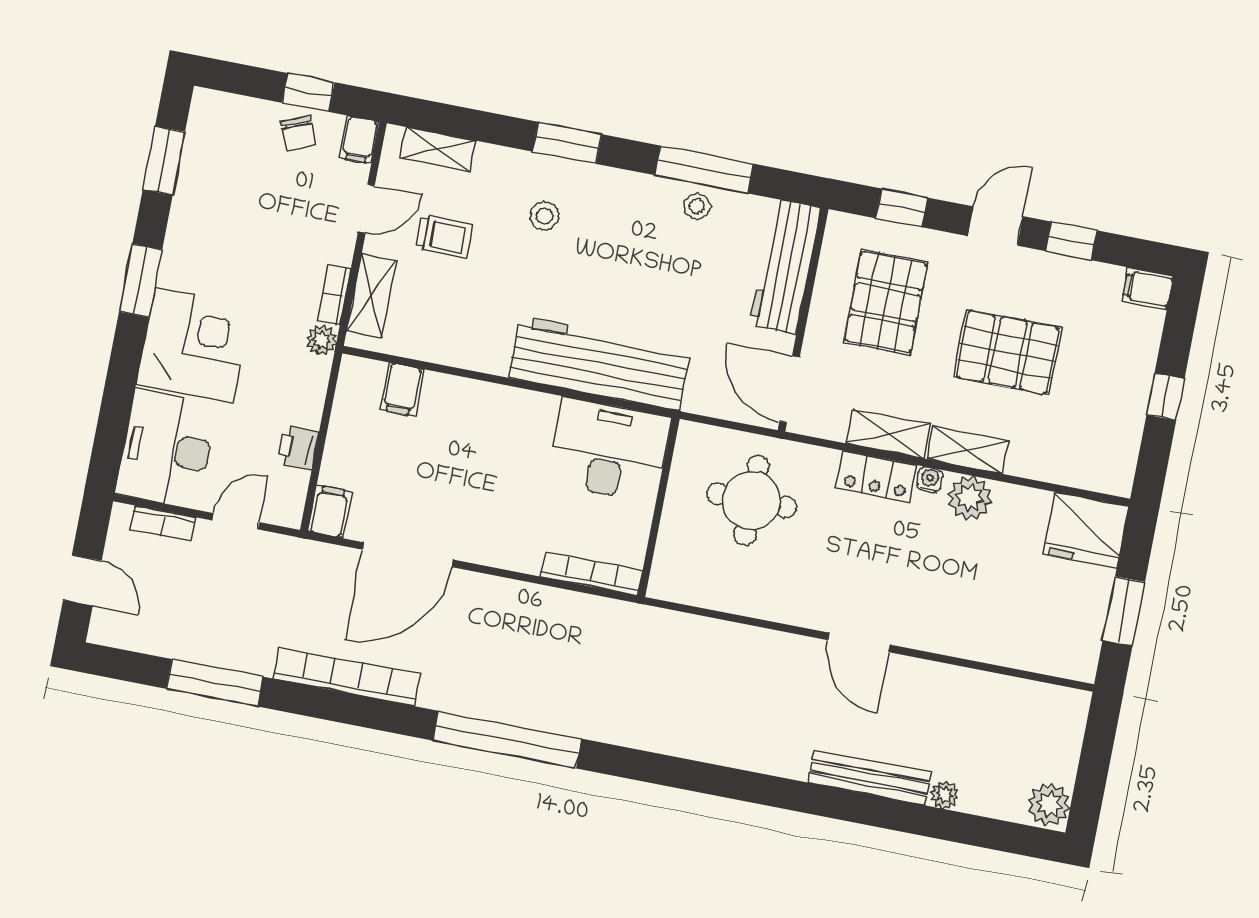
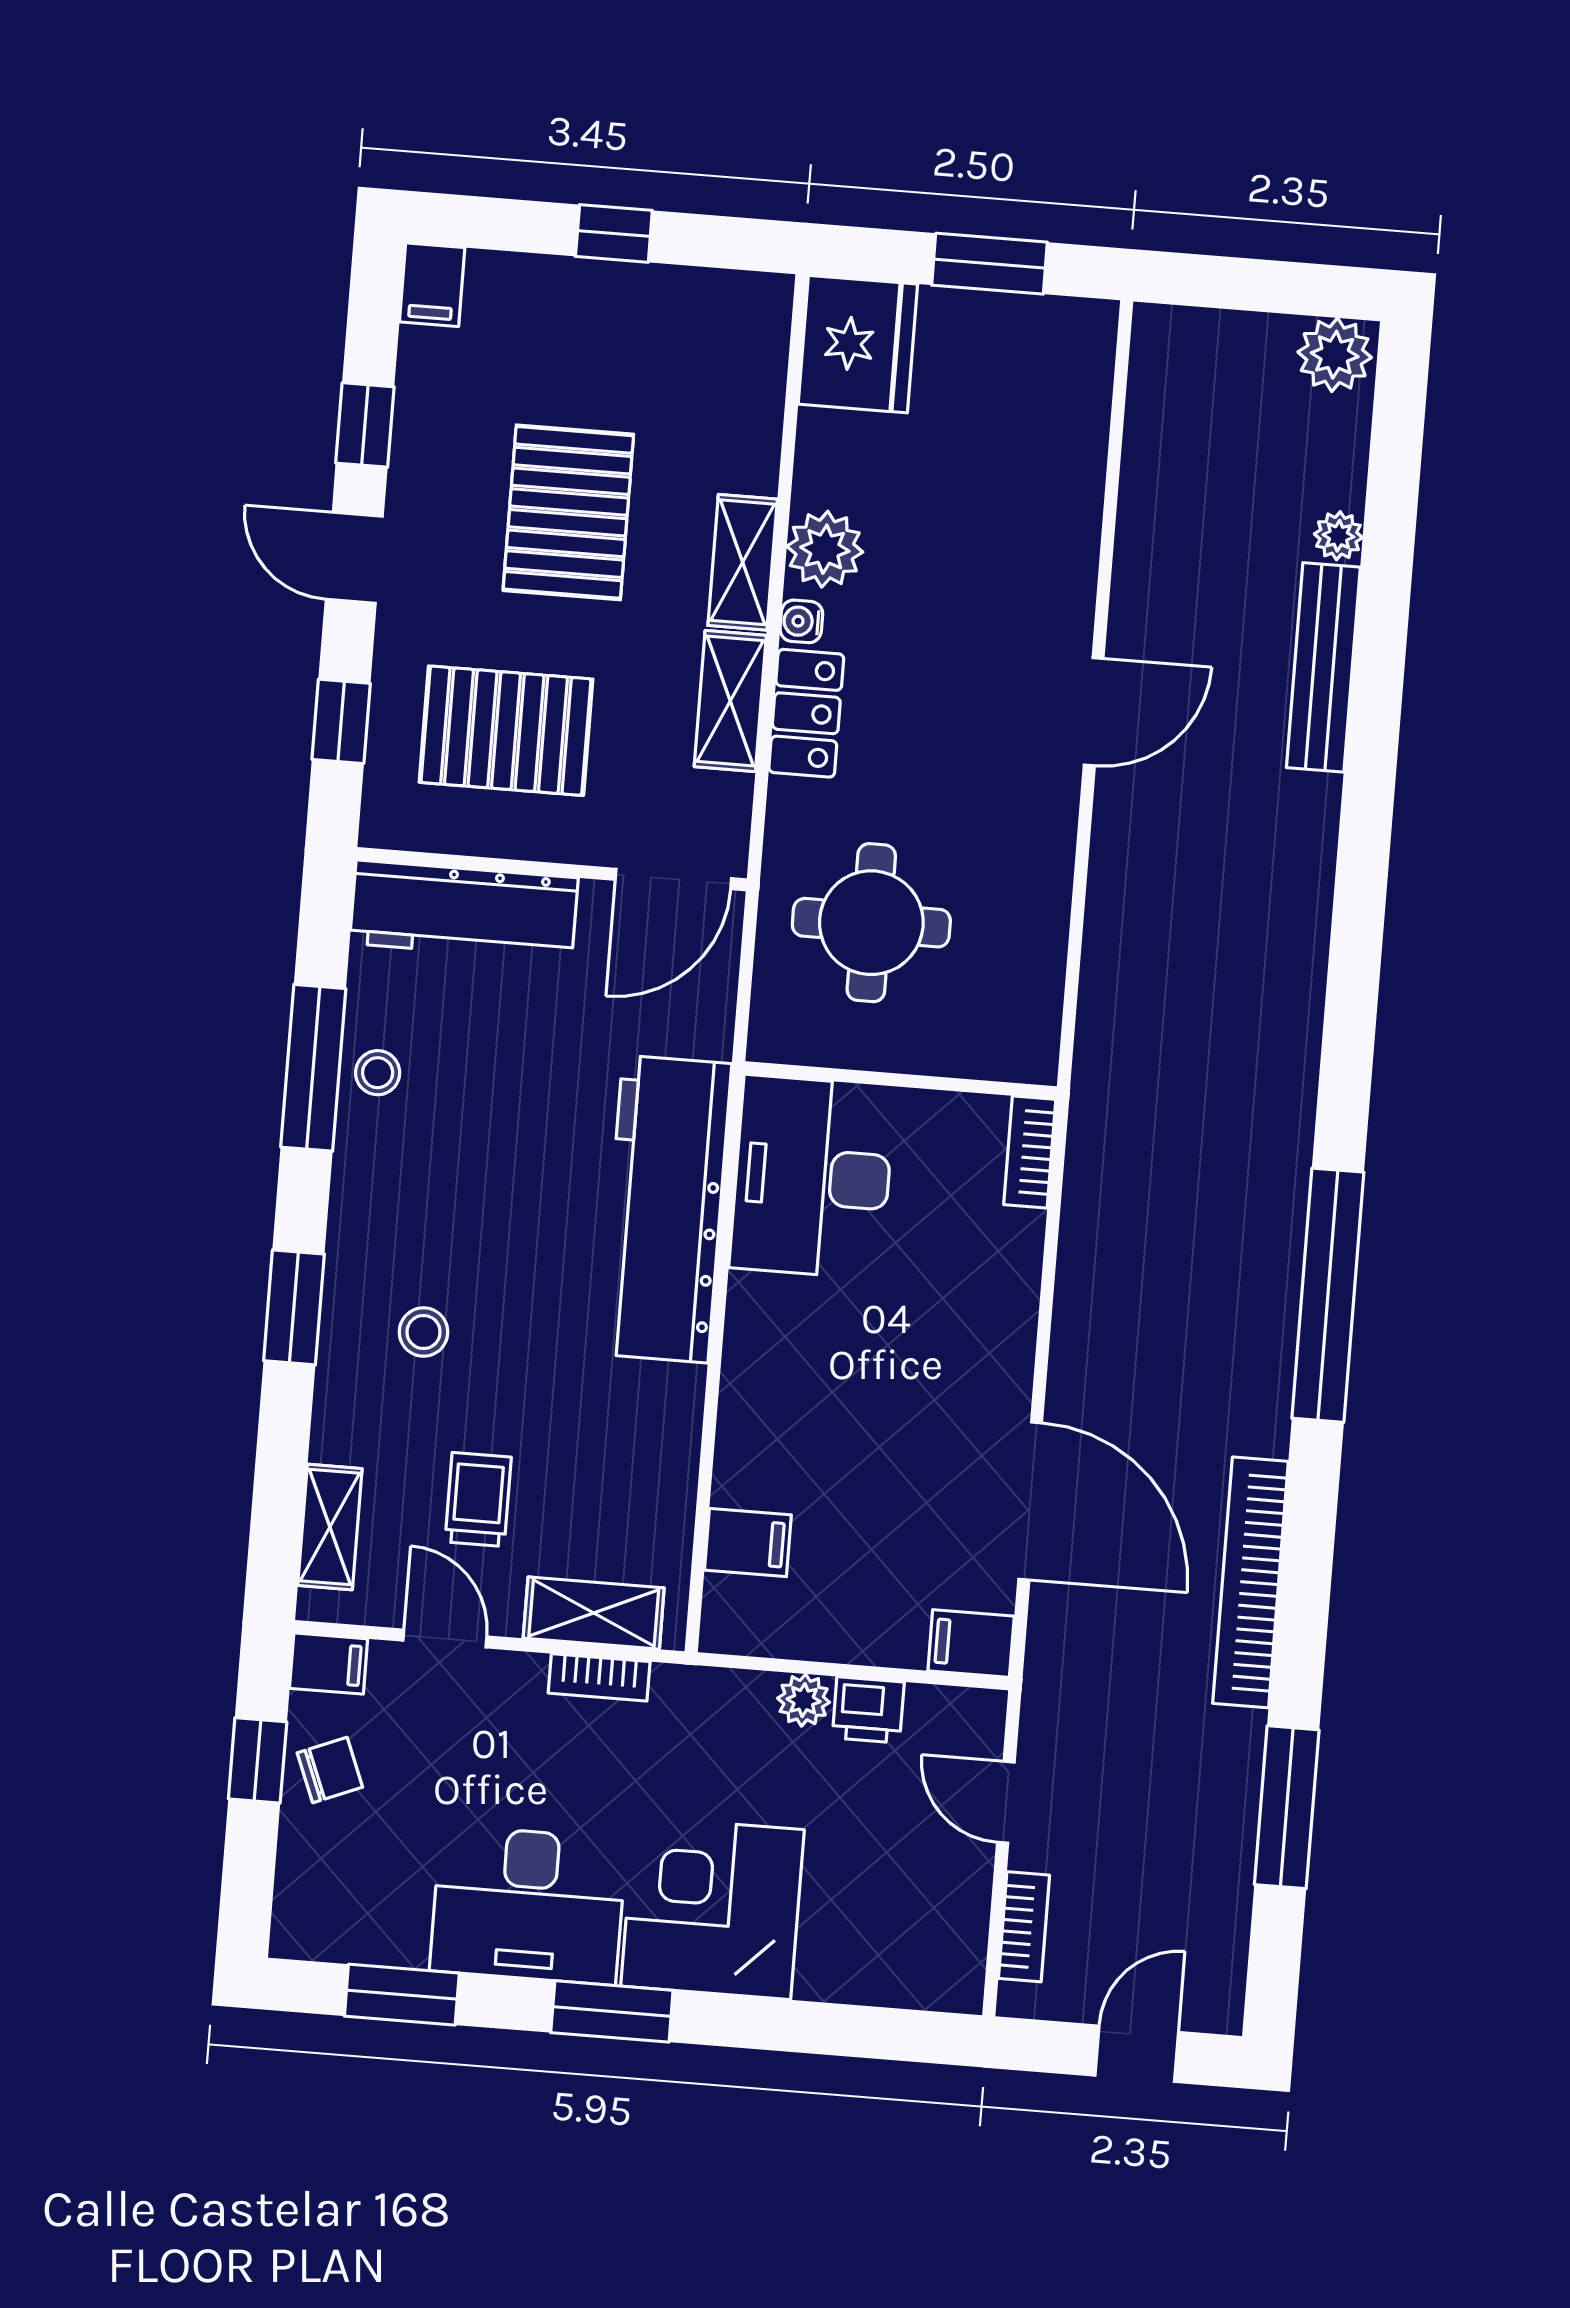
plant: (321, 340) -> (804, 1700), moved
desk: (167, 449) -> (528, 1905), moved
bookcase: (592, 574) -> (1030, 1152), width x0.64

